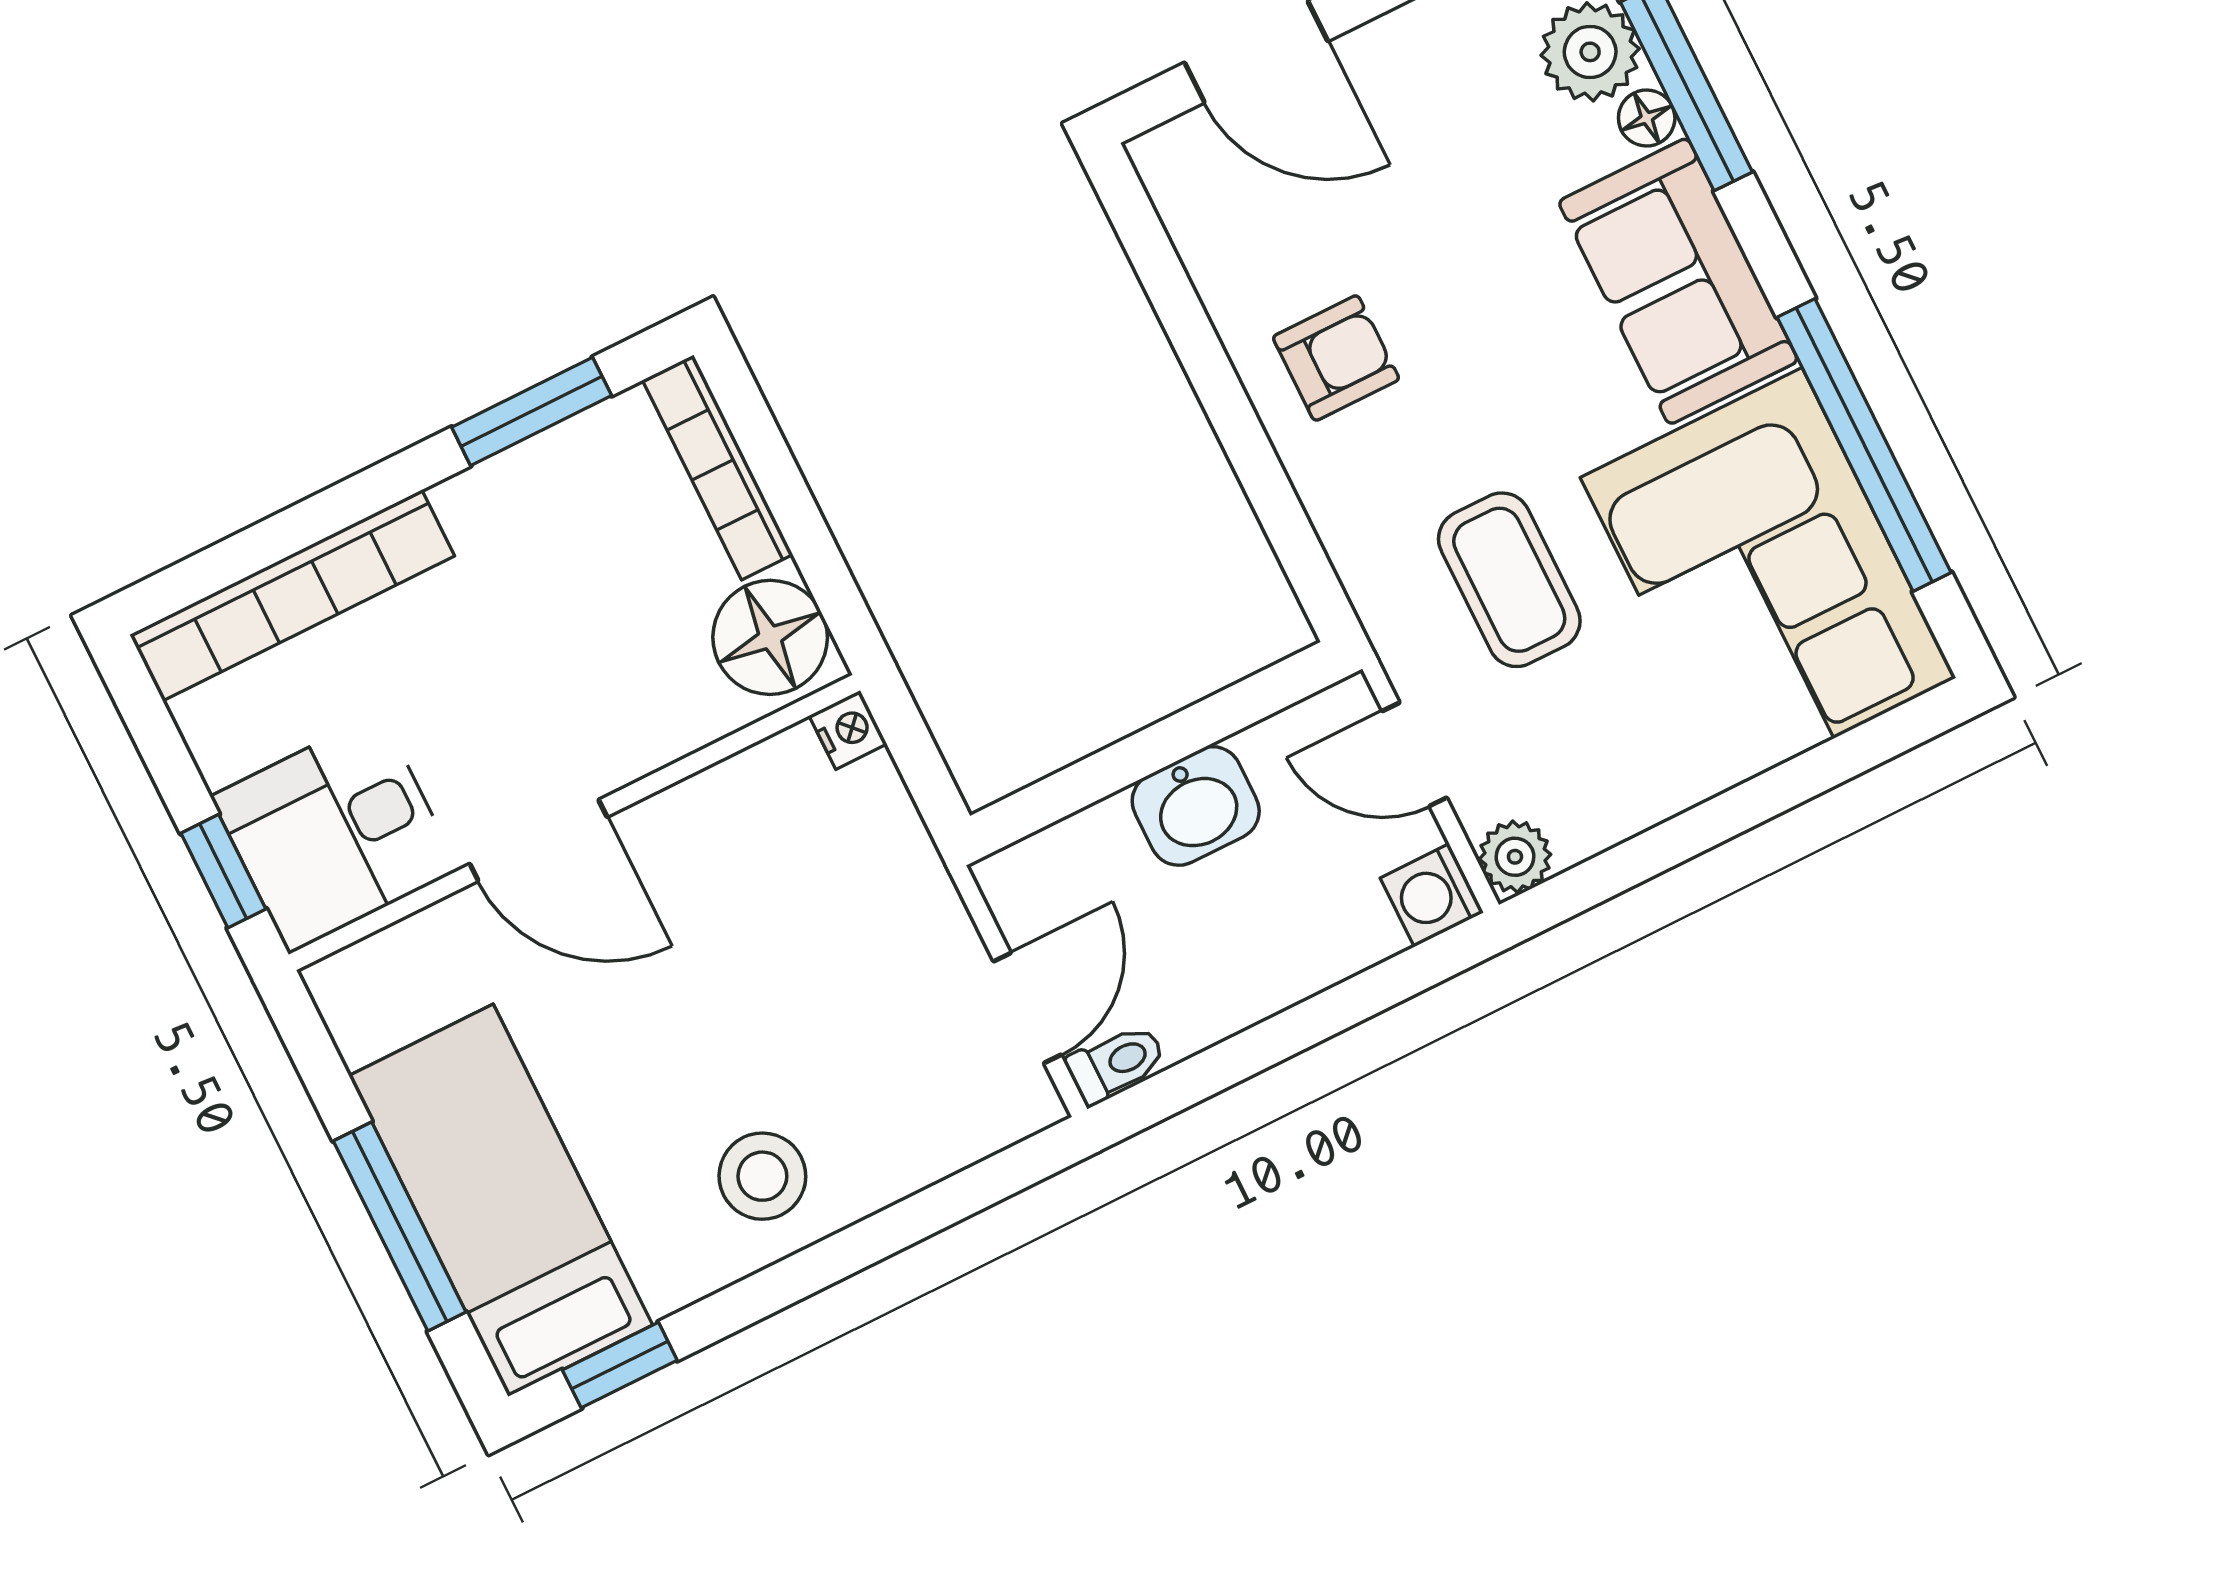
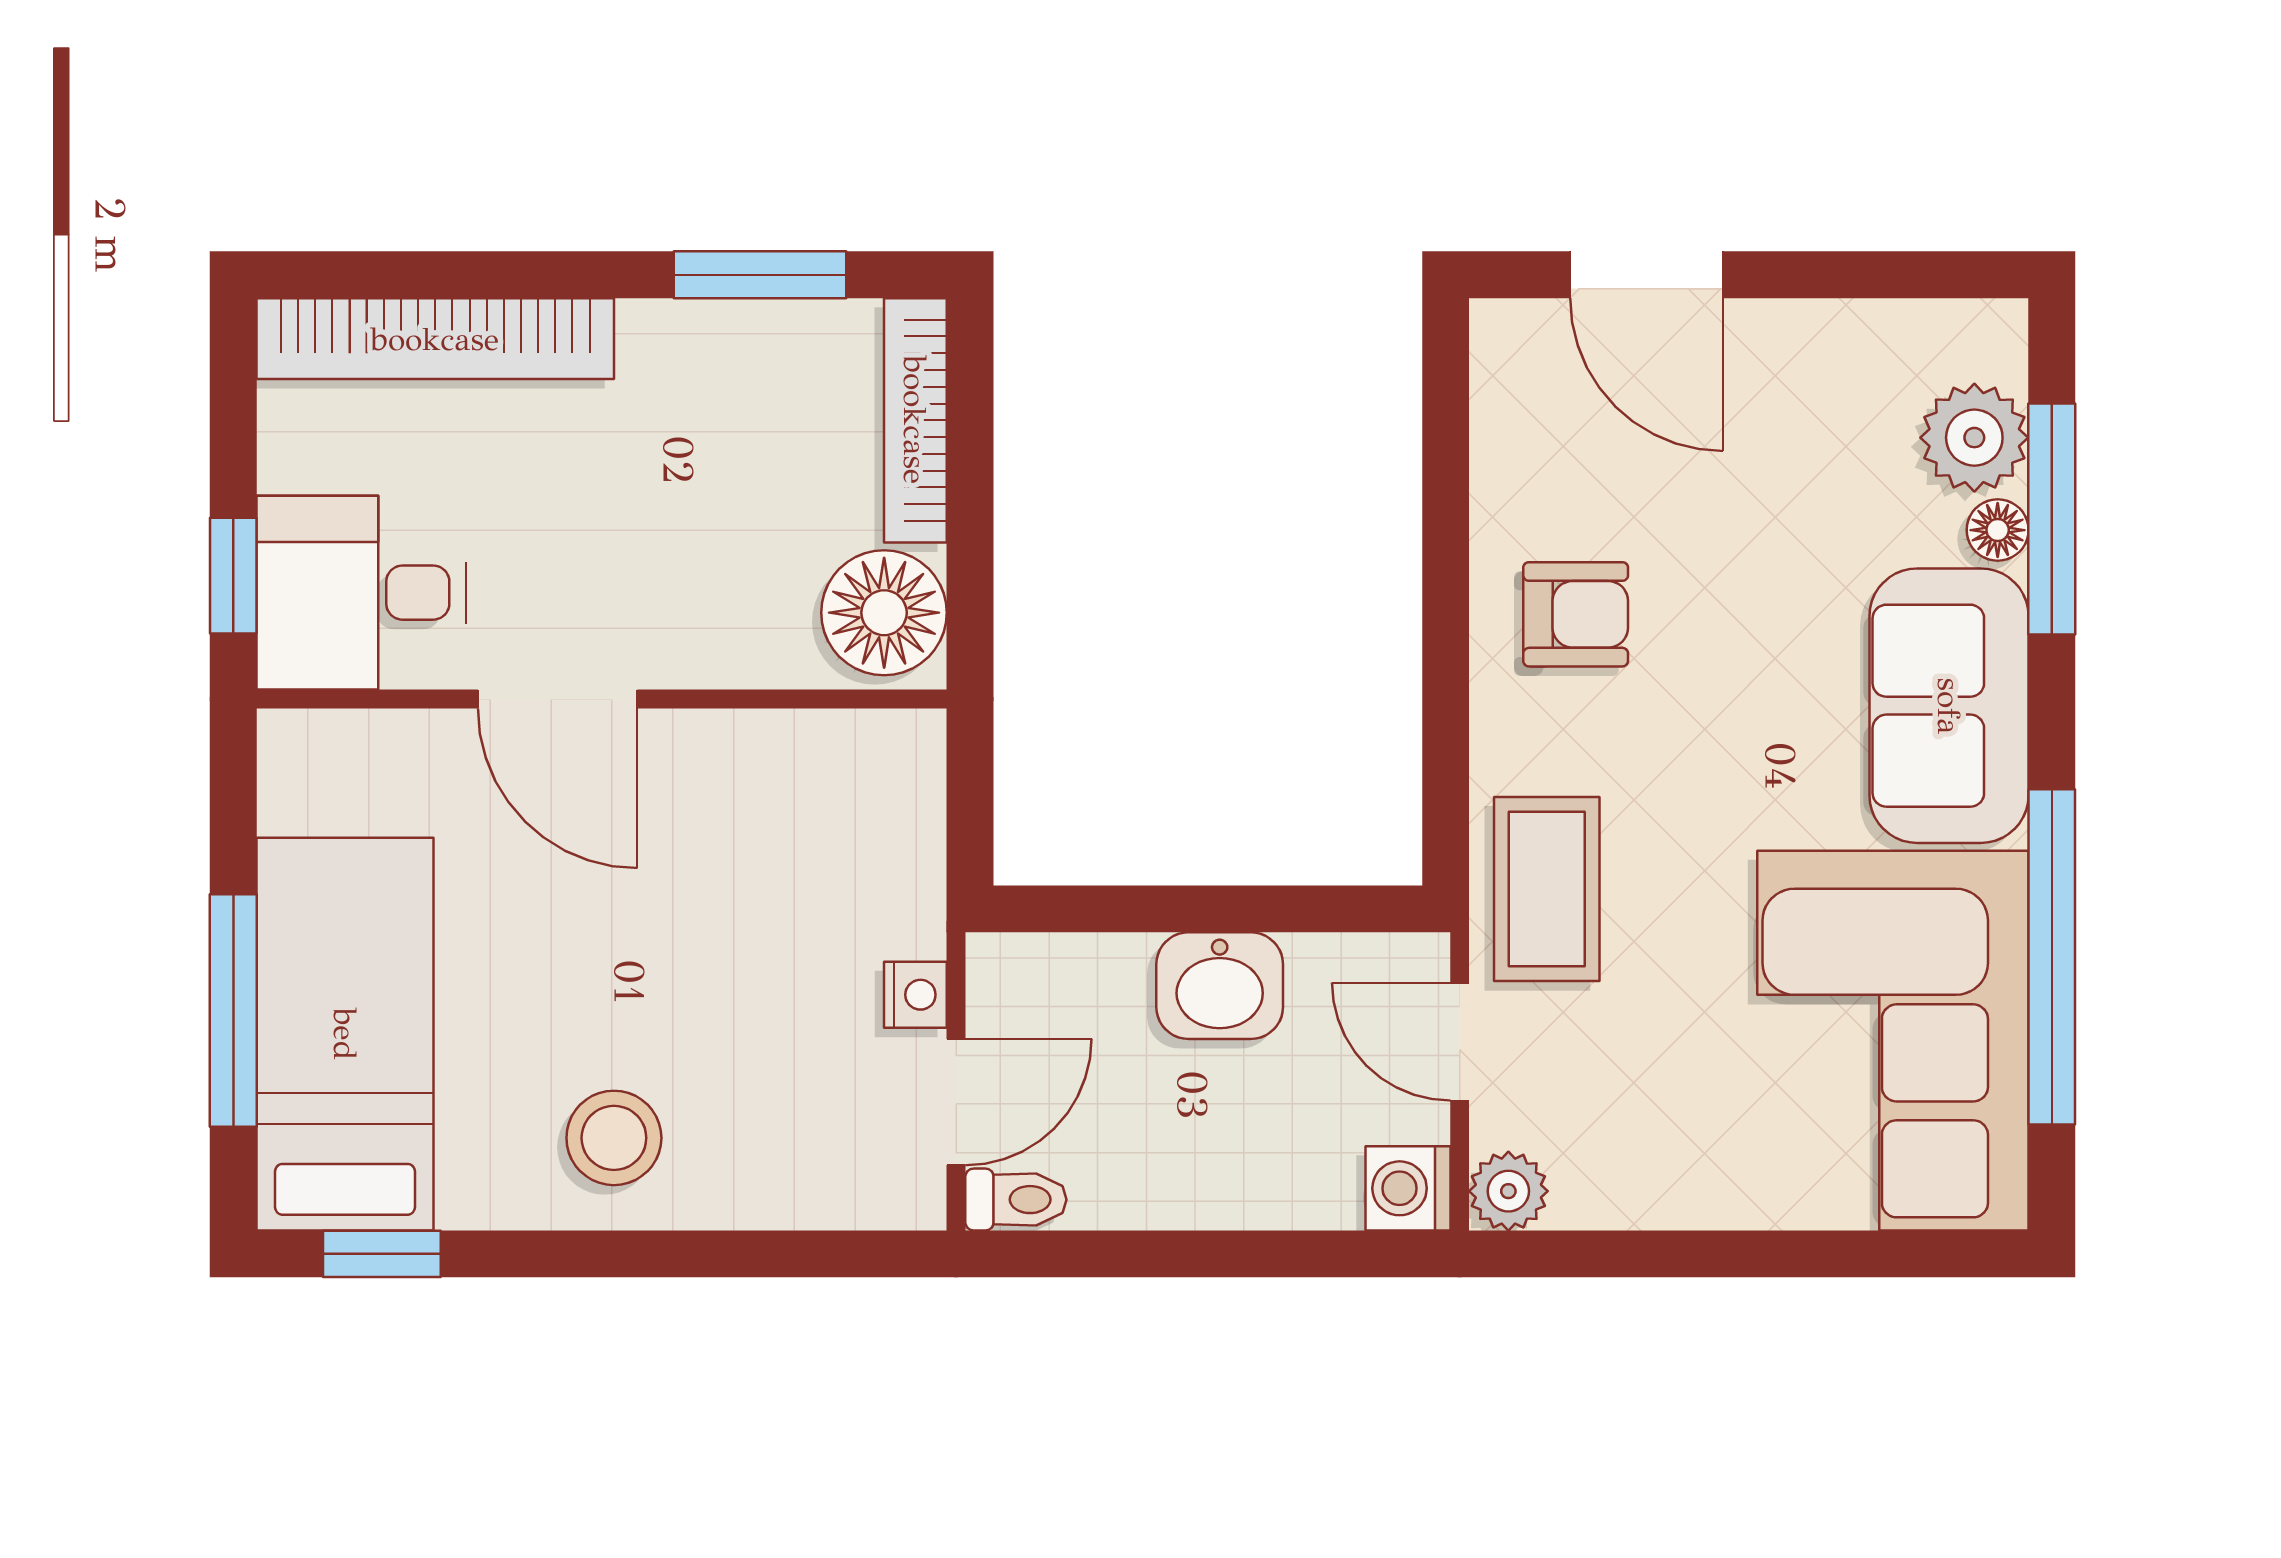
coffee table: (1509, 580) -> (1547, 889), moved
nightstand: (848, 730) -> (915, 995), moved

